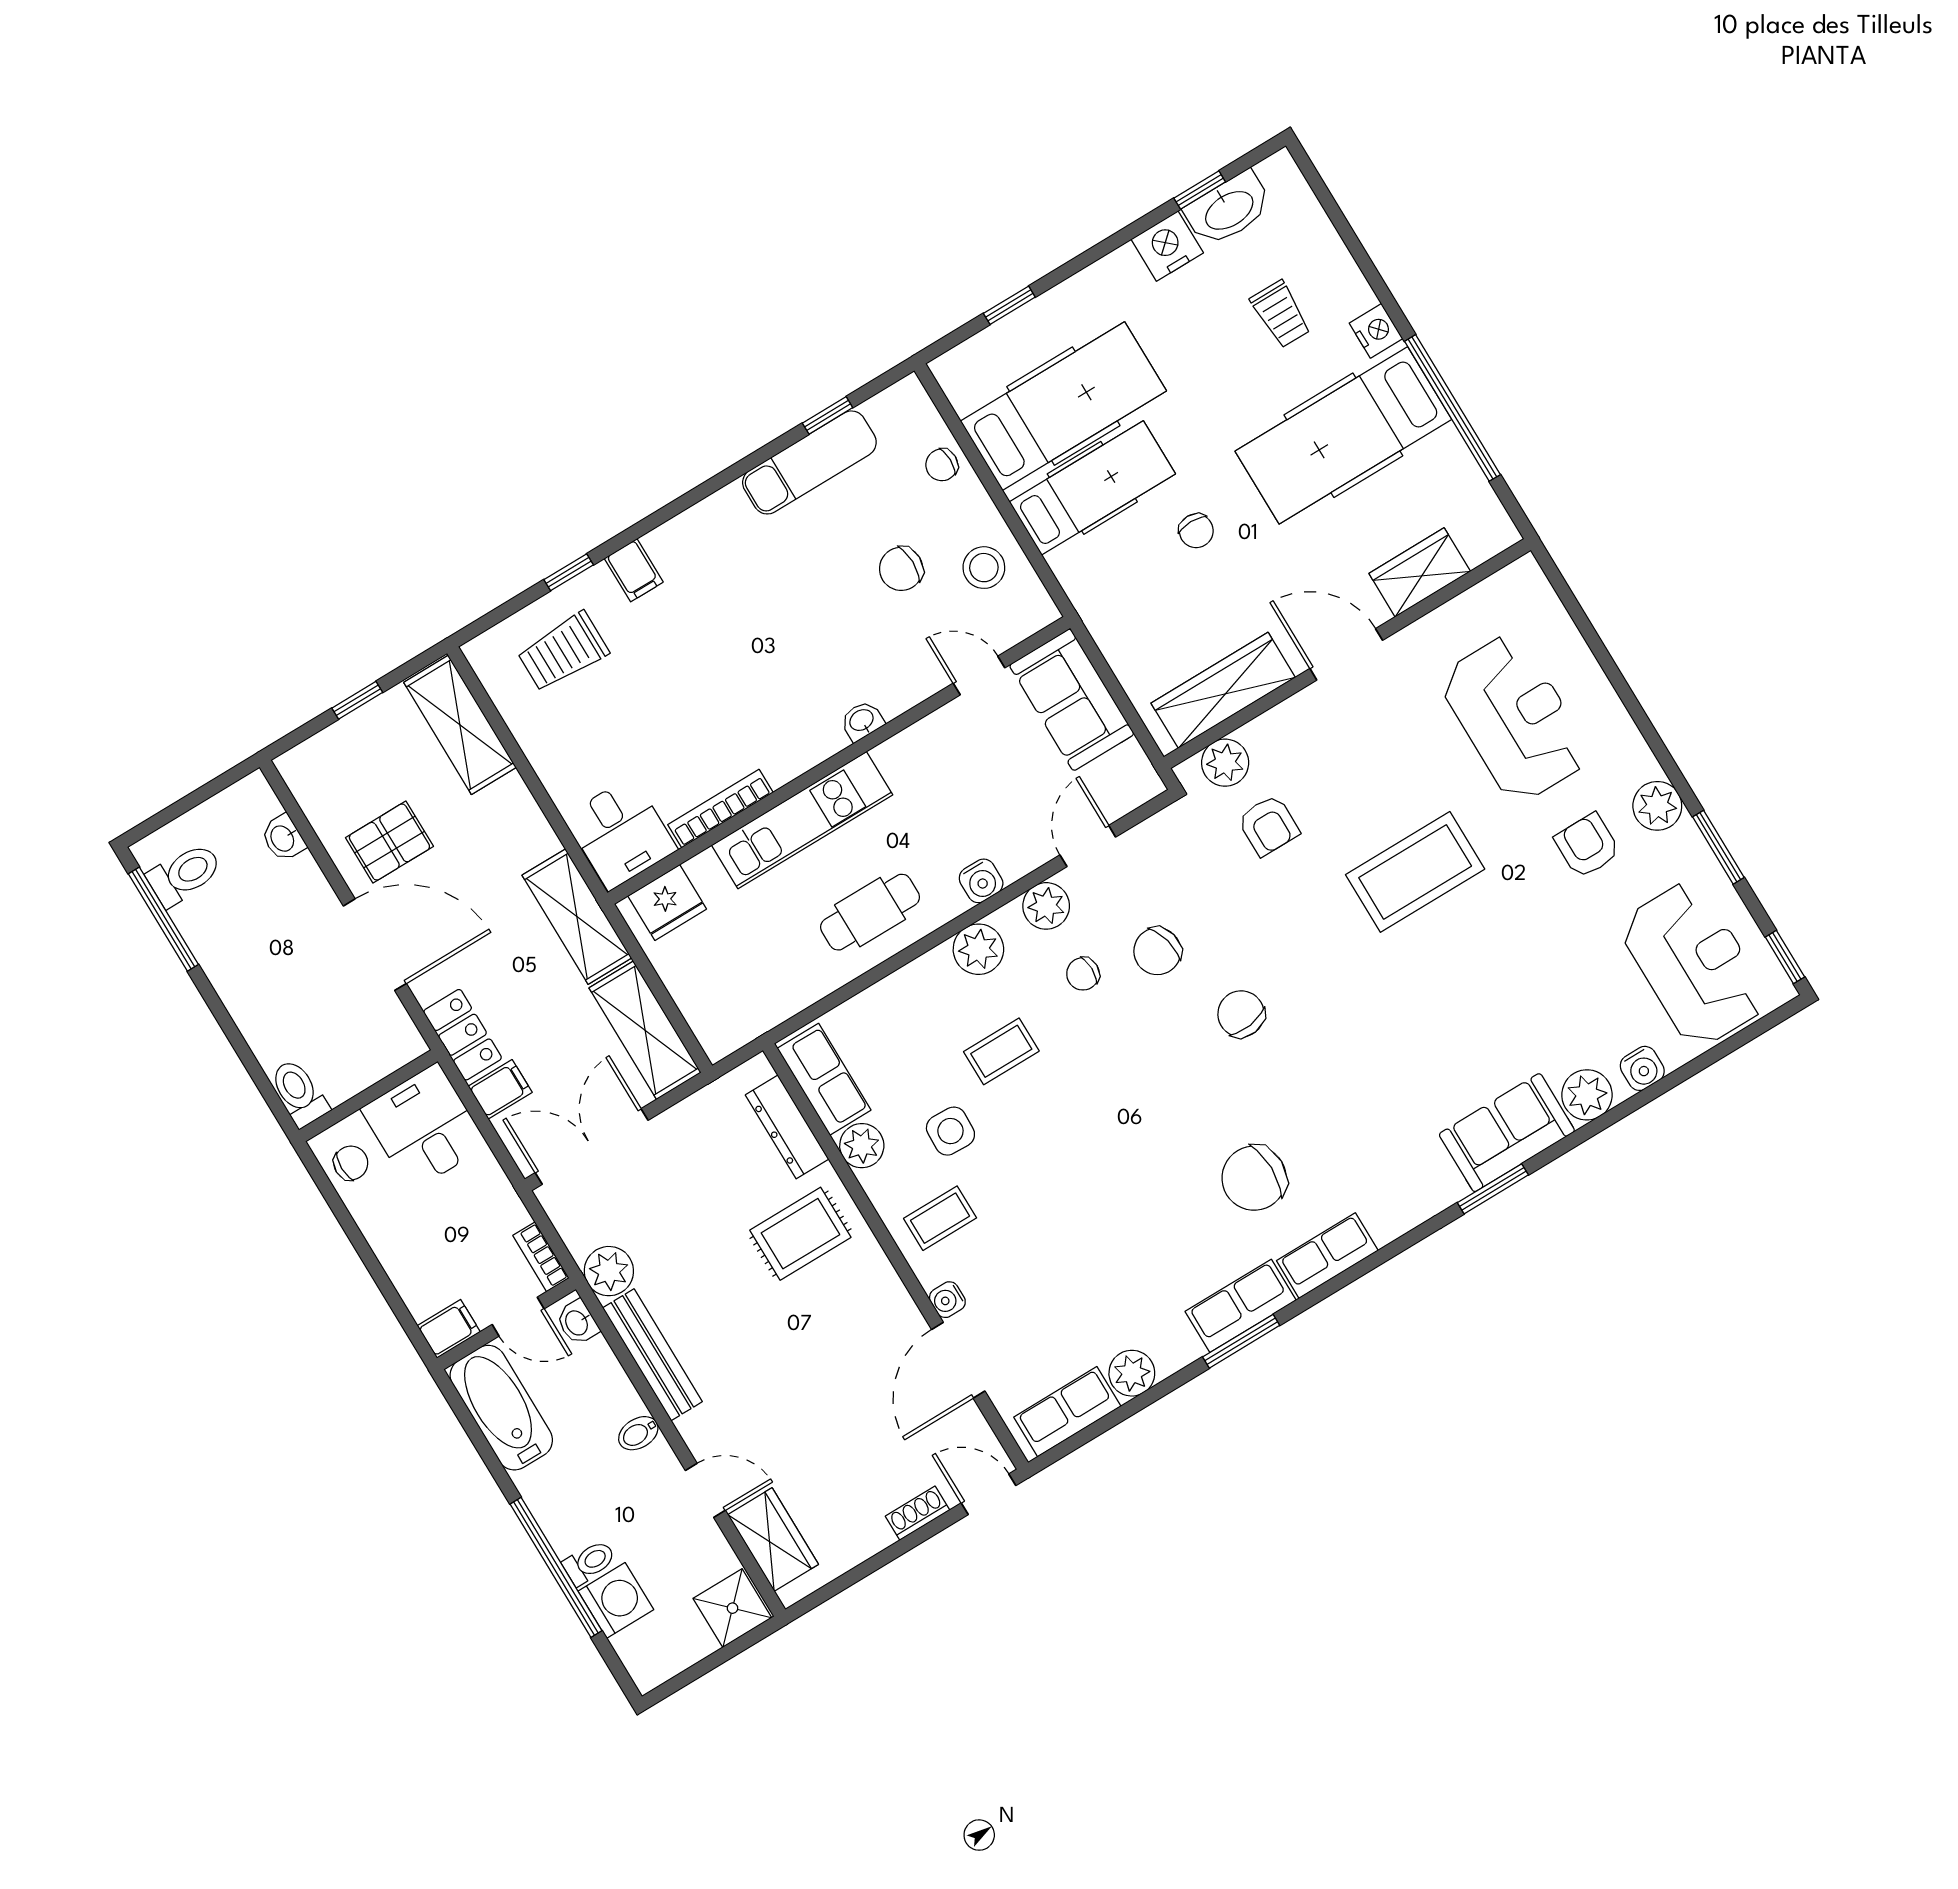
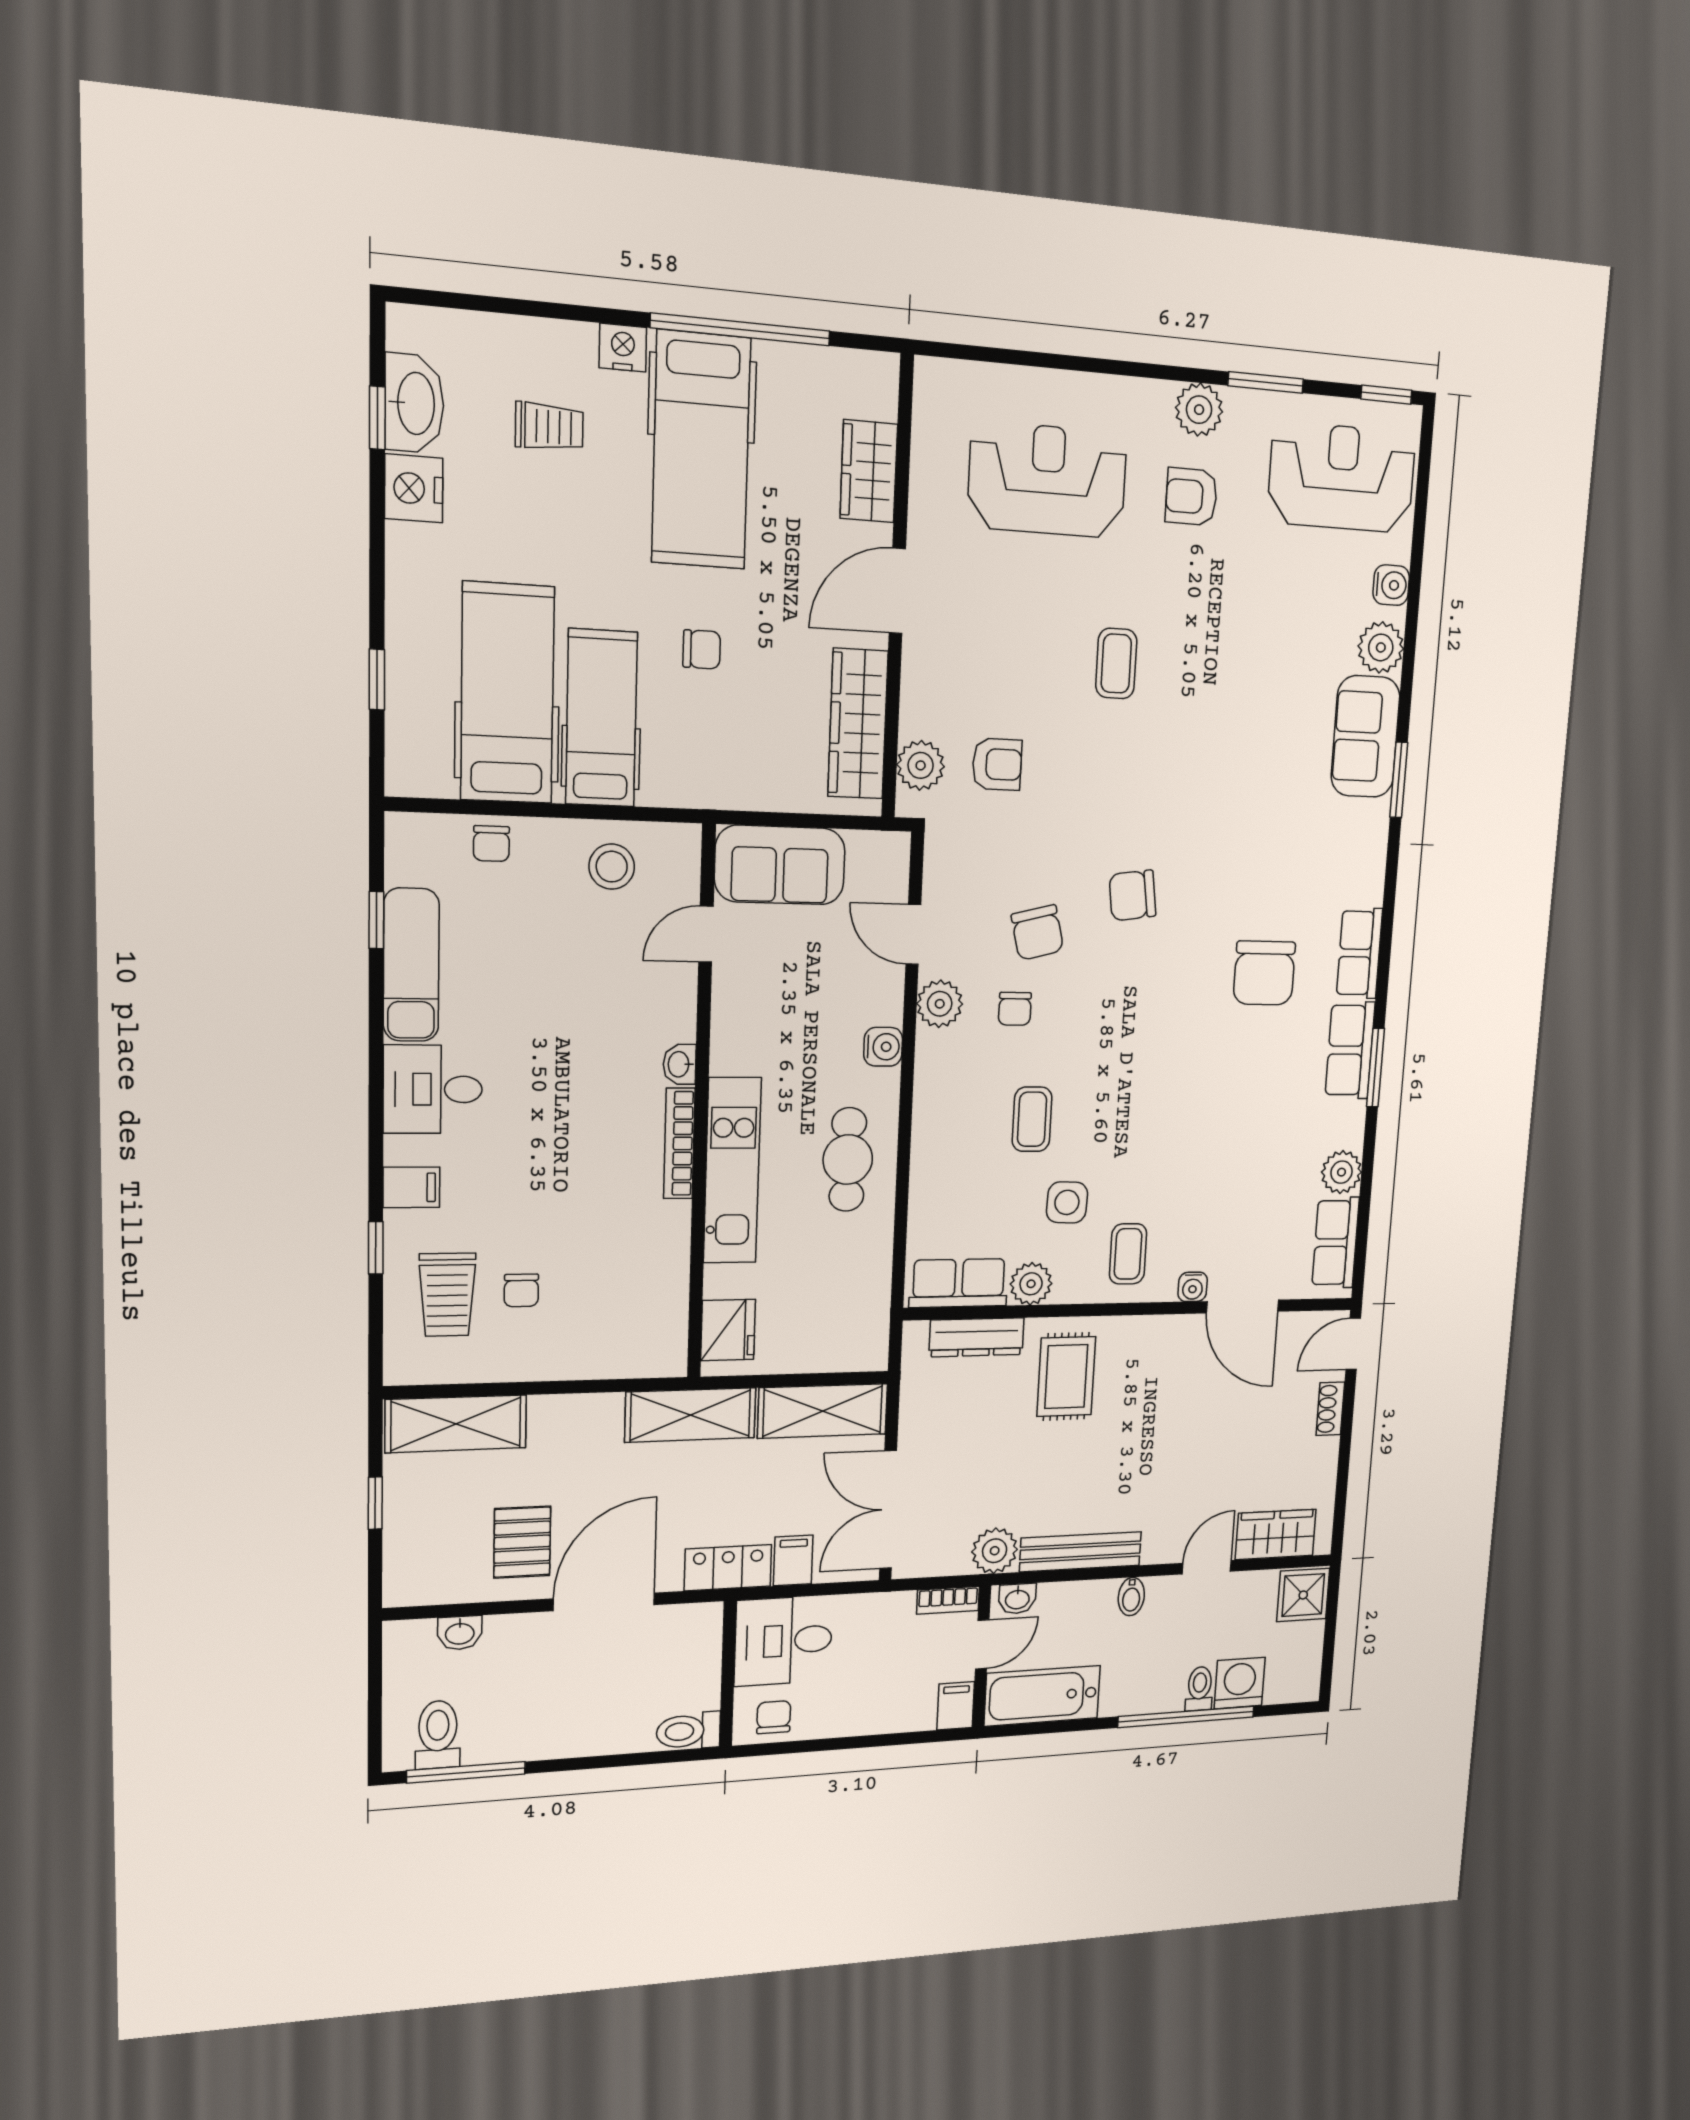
chair: (901, 569) -> (521, 1290), moved, width x0.73, depth x0.73
bookcase: (720, 809) -> (679, 1143), moved
desk: (621, 833) -> (433, 1089), moved, turned 180
coffee table: (1415, 872) -> (1116, 663), width x0.54, depth x0.58
plant: (978, 949) -> (938, 1086), removed

